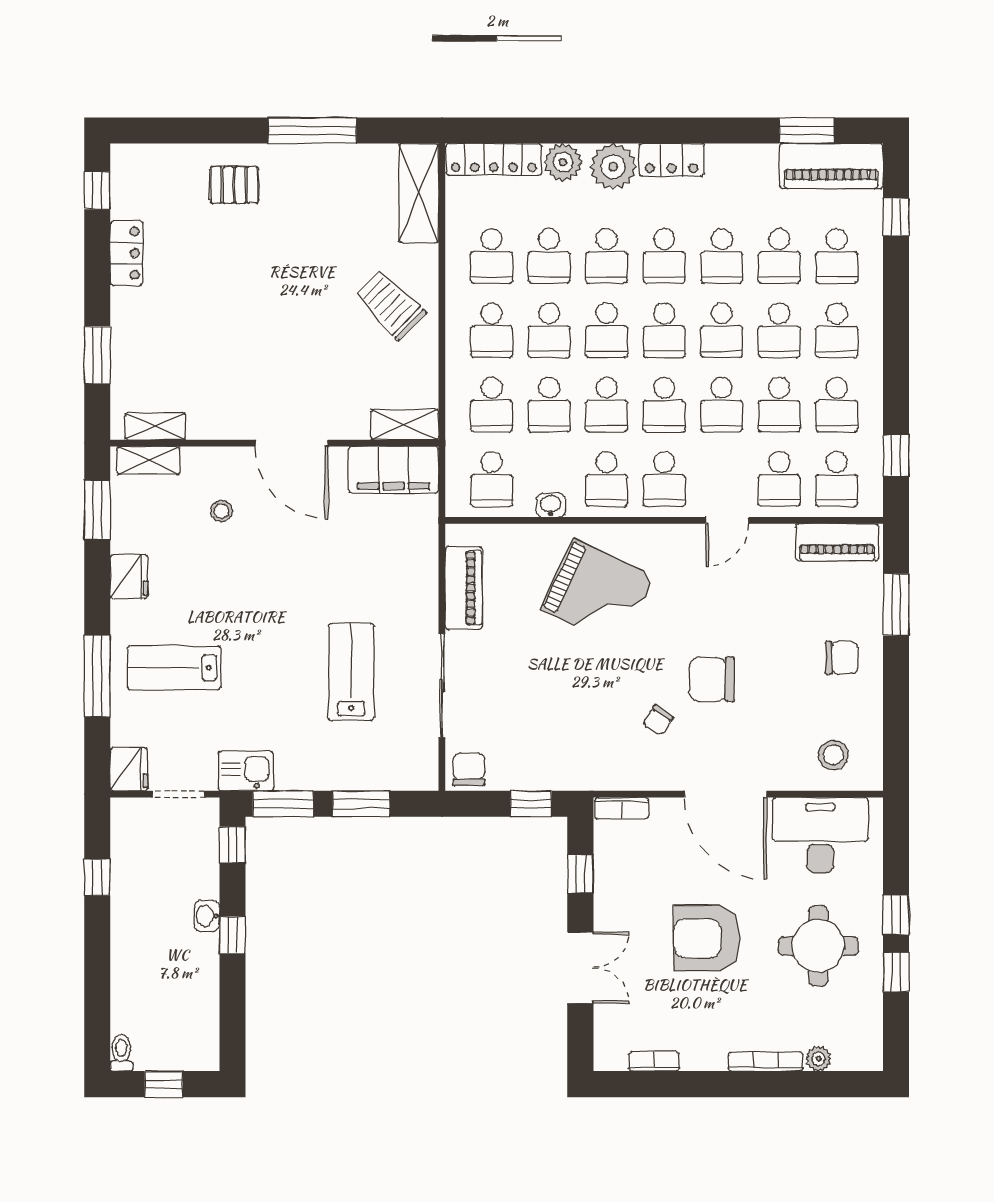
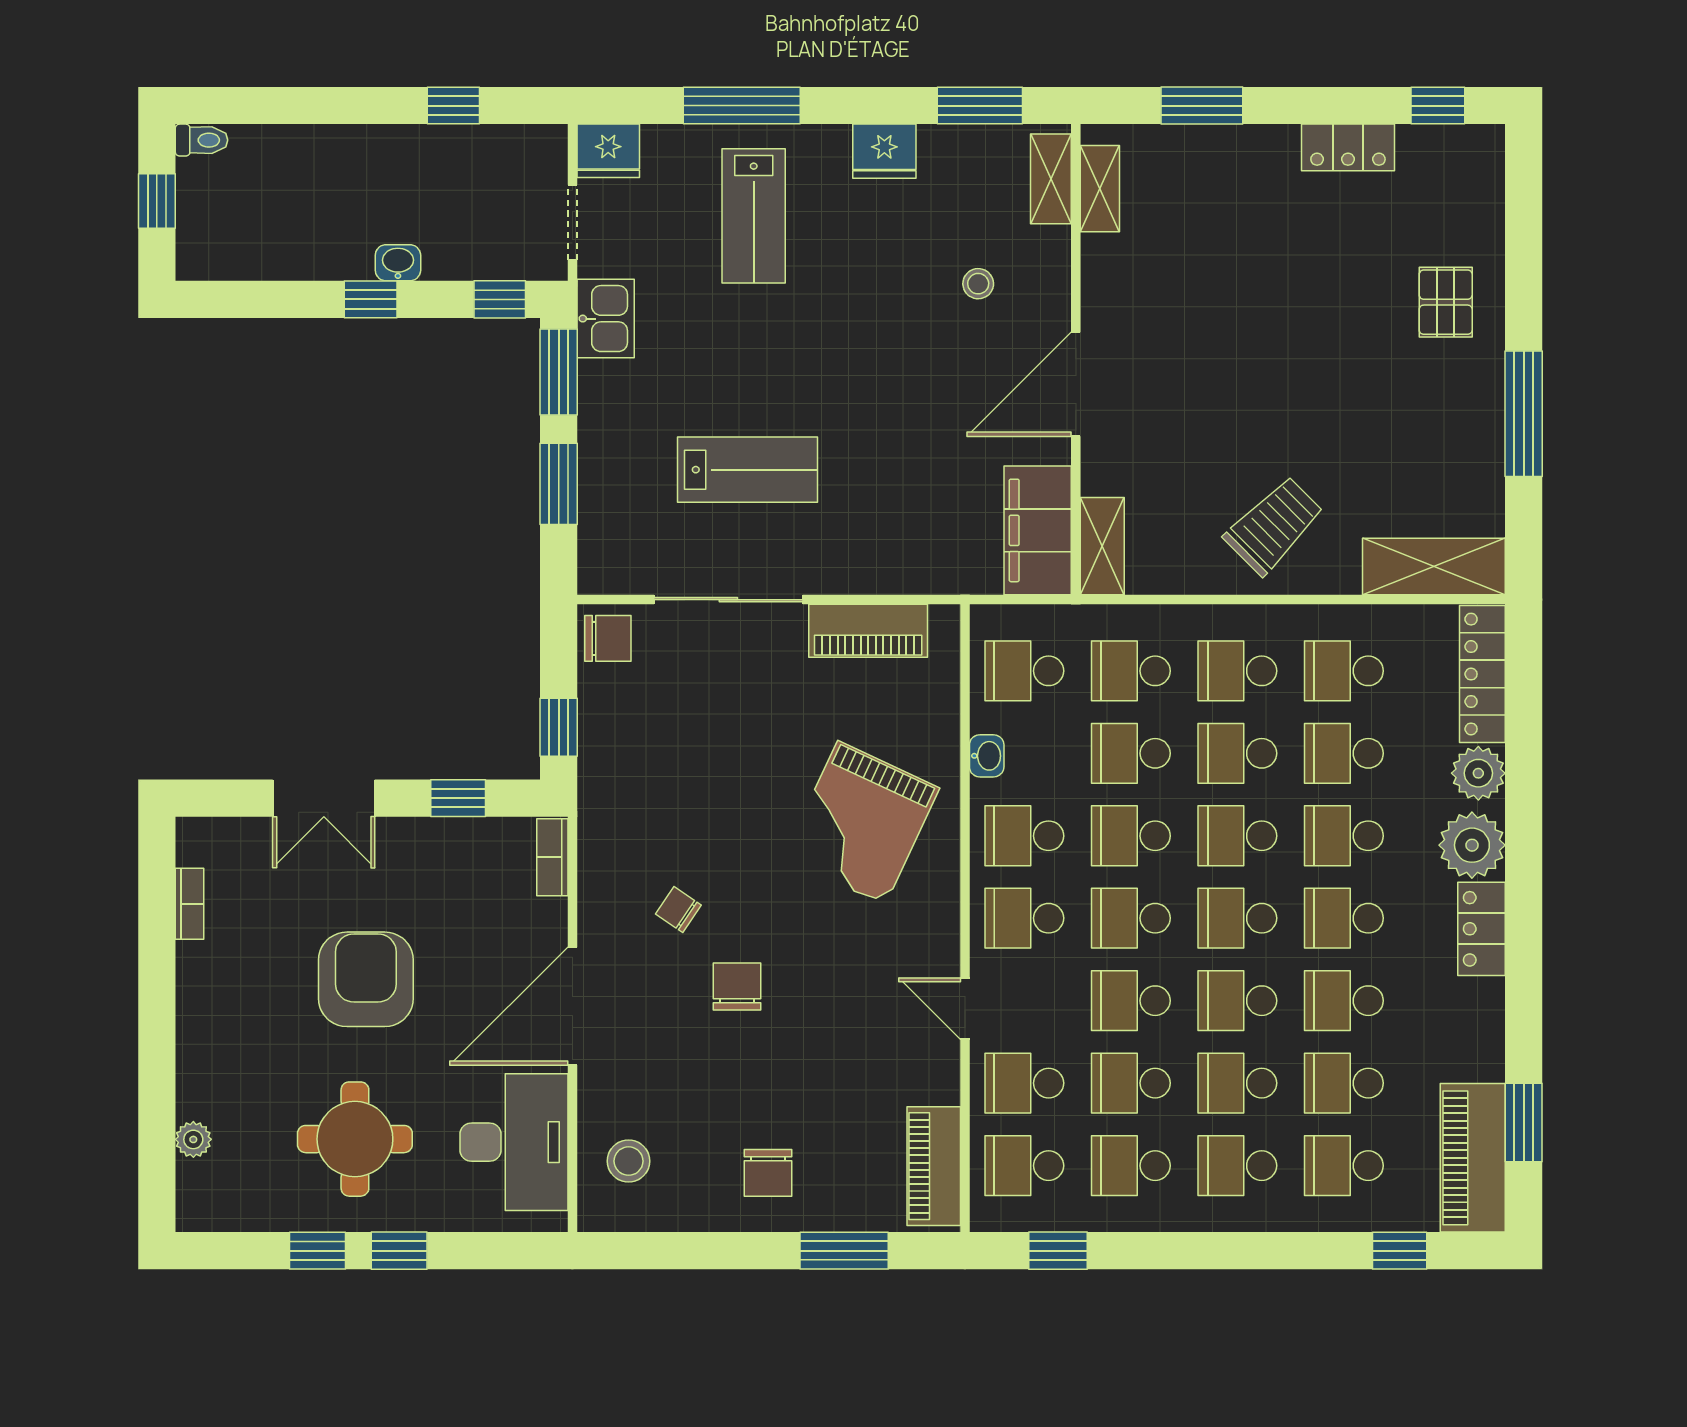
lab bench: (174, 668) -> (754, 216), turned 180
chair: (712, 679) -> (737, 987), width x0.73, depth x0.73
bookcase: (766, 1062) -> (189, 1064), removed

